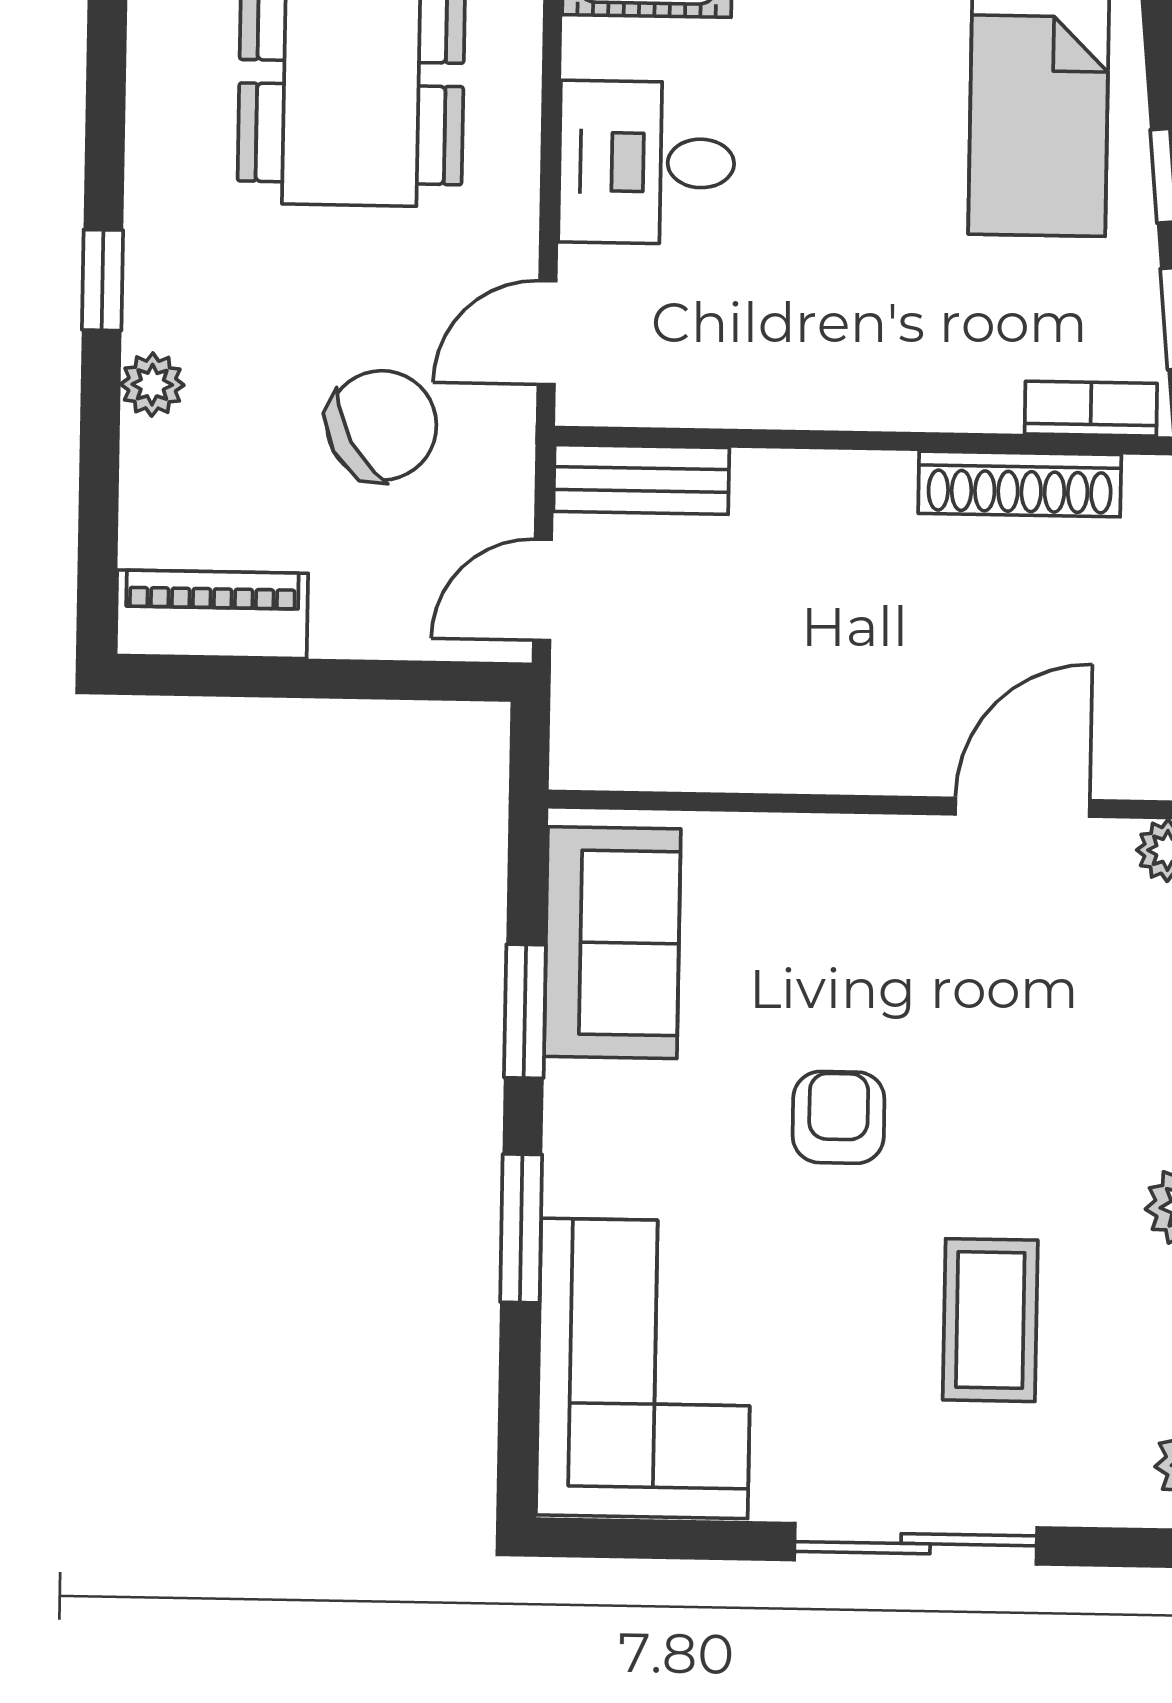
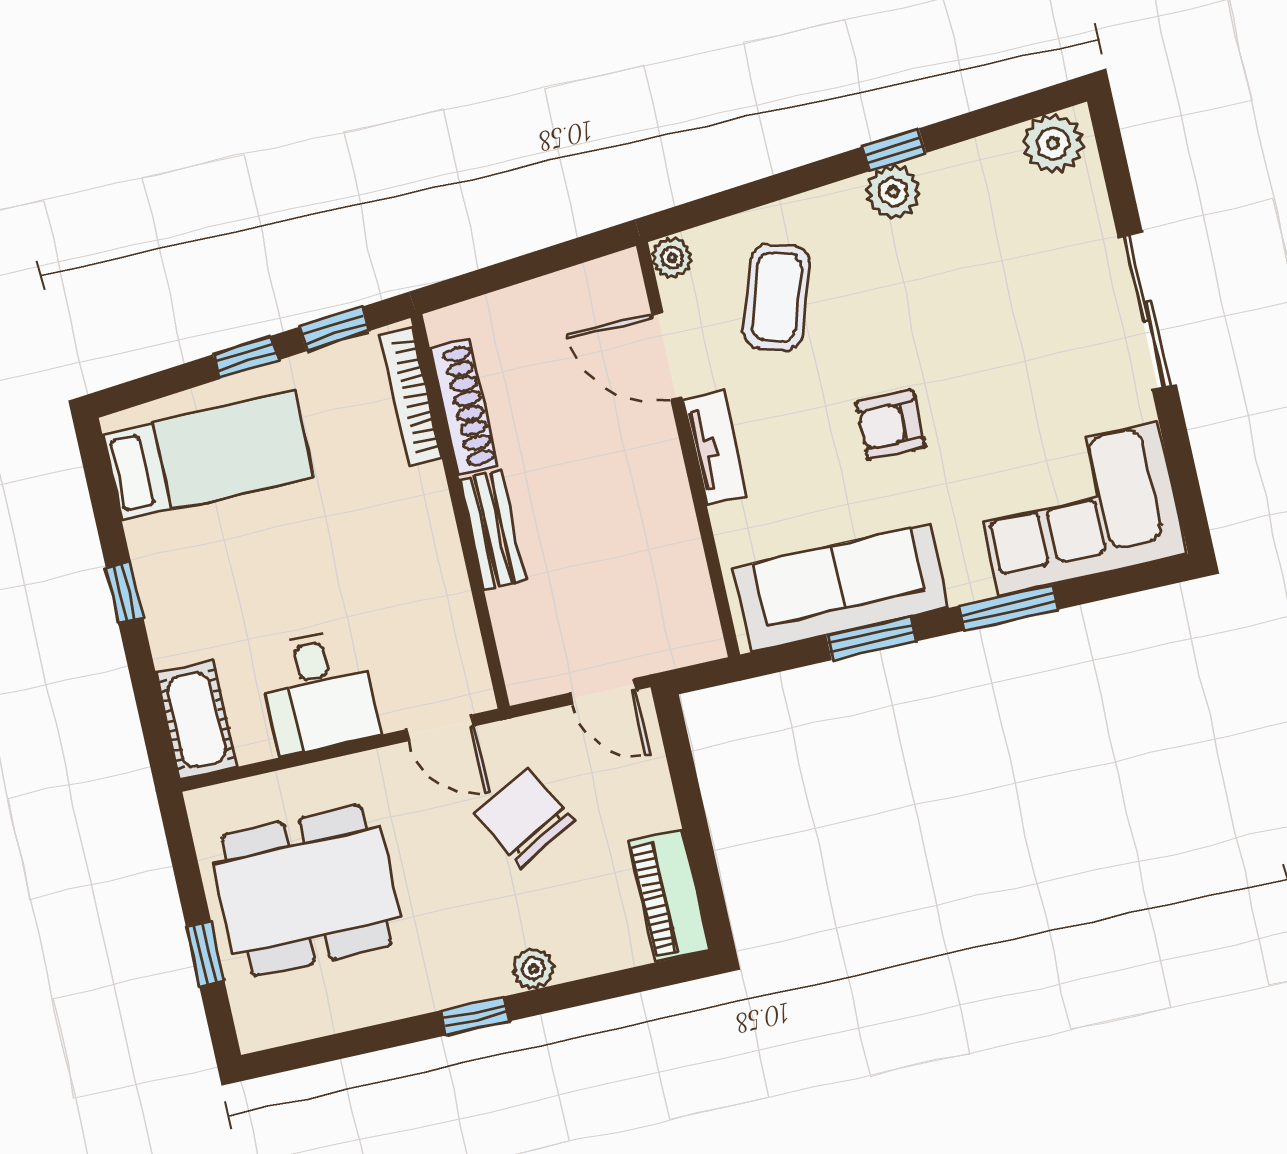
bookcase: (1091, 409) -> (411, 397), width x1.56
bench: (641, 480) -> (493, 530), moved
tv unit: (868, 846) -> (715, 447), added
sofa: (612, 943) -> (841, 588), width x1.36
coffee table: (990, 1320) -> (777, 297), moved, turned -71

